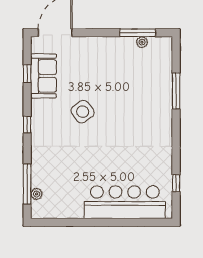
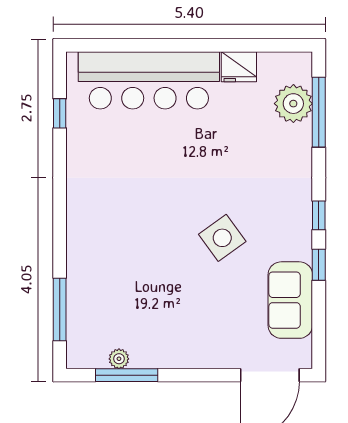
window: (27, 74) -> (319, 265), moved
window: (176, 91) -> (60, 310), moved
plant: (37, 194) -> (293, 104), width x1.88, depth x1.88
fridge: (73, 210) -> (239, 67), added

